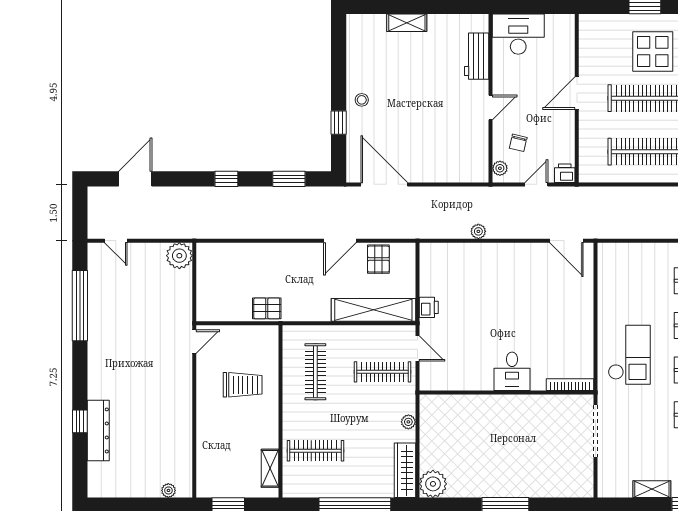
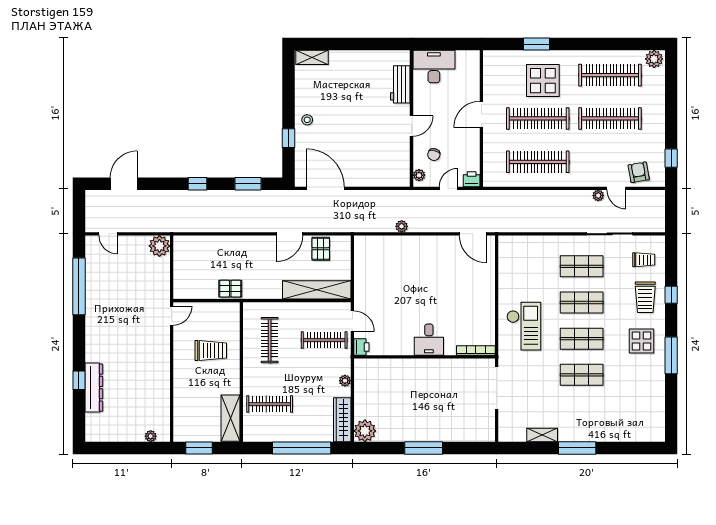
shelving: (407, 23) -> (312, 57), moved
printer: (429, 307) -> (361, 347), moved
shelving: (270, 468) -> (231, 418), width x1.50, depth x1.33

